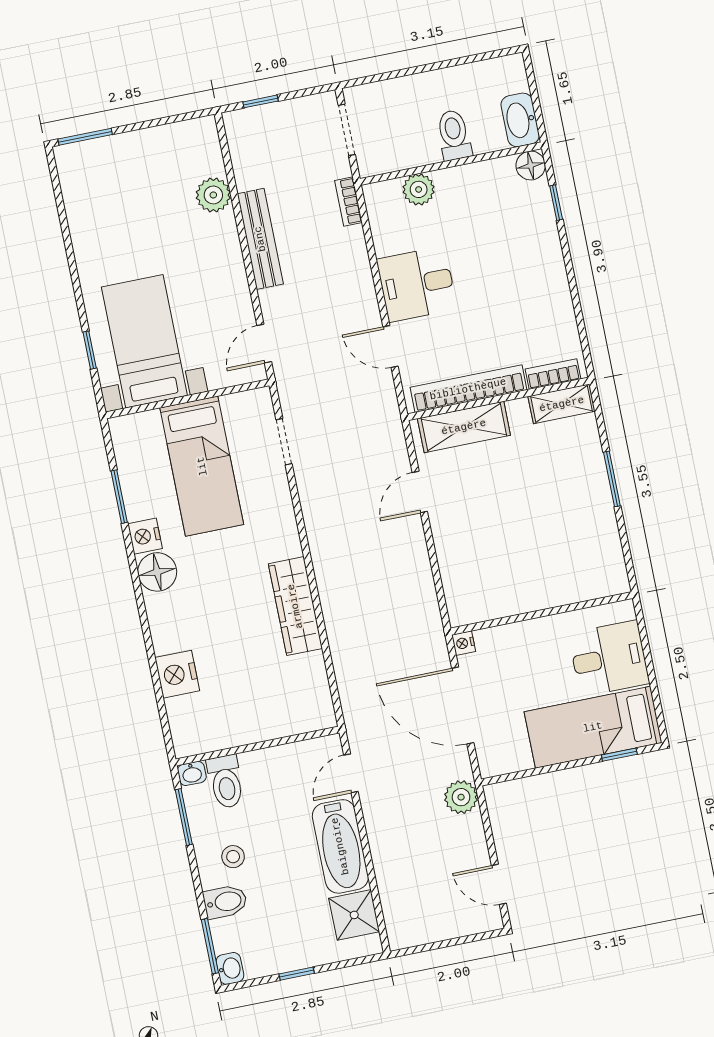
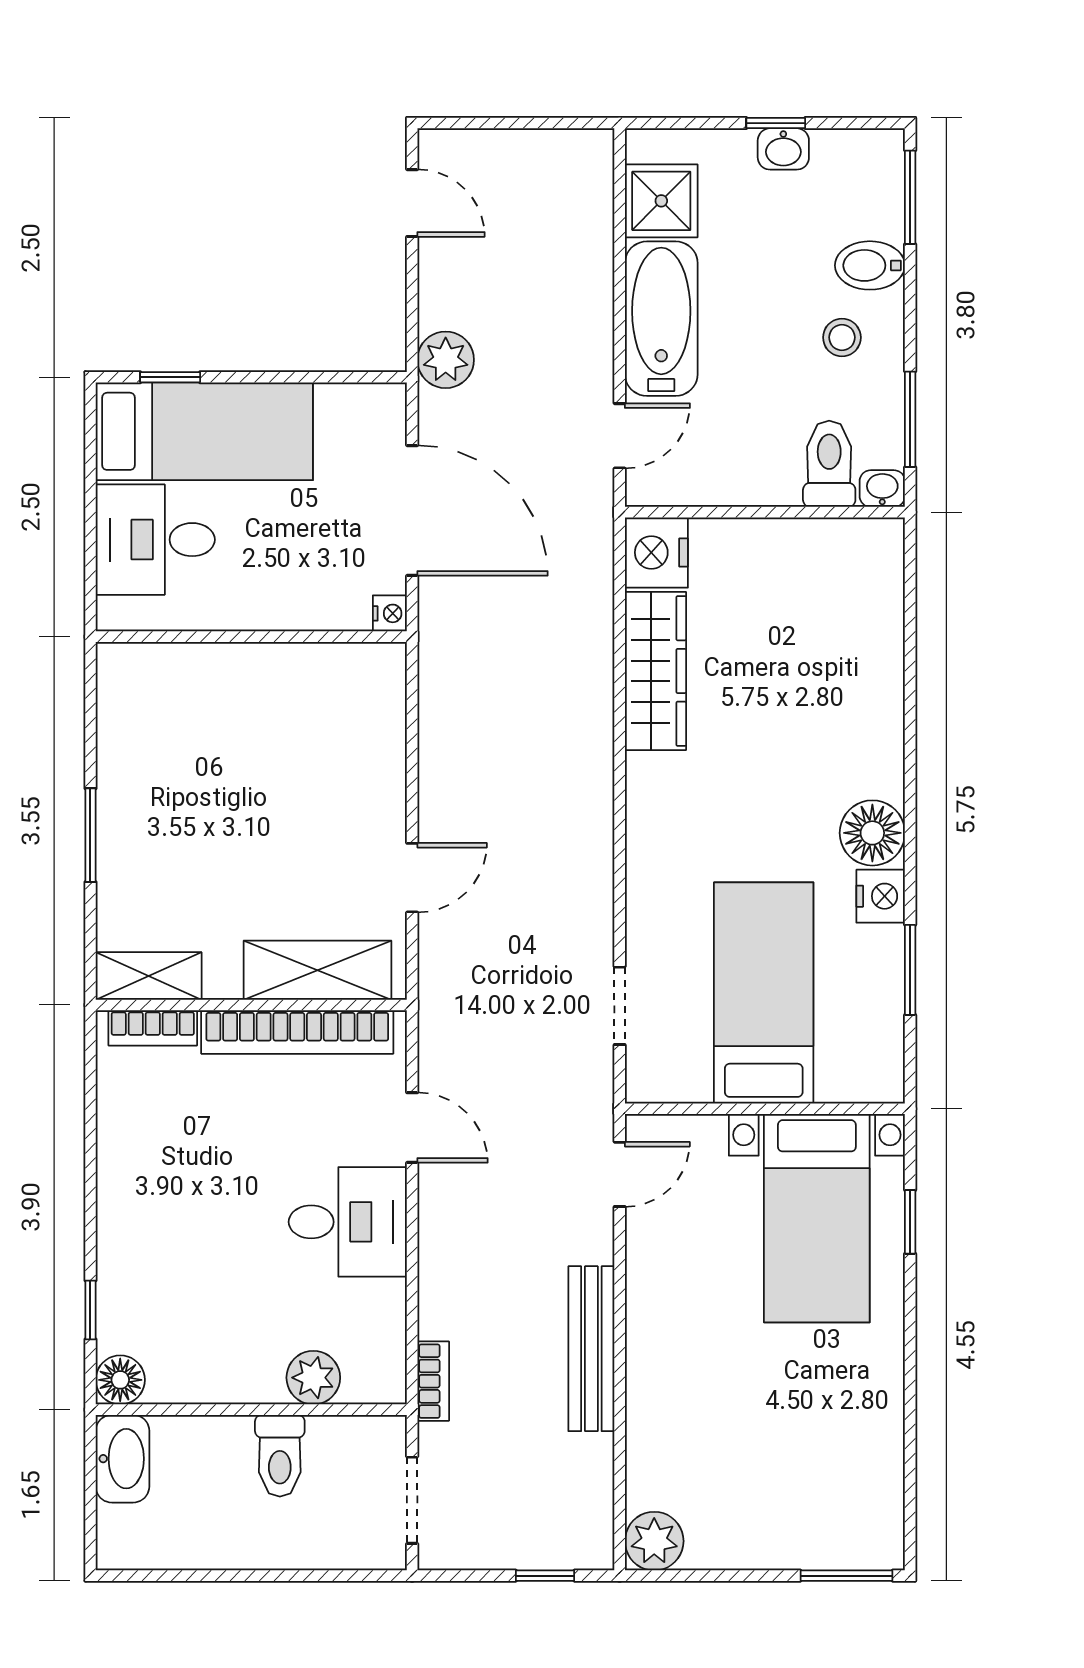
toilet: (454, 135) -> (280, 1456), moved
plant: (213, 195) -> (654, 1541), moved
wardrobe: (295, 606) -> (655, 671), moved
nightstand: (177, 674) -> (656, 552), moved, turned 180
washbasin: (230, 968) -> (783, 149), moved, turned -90

